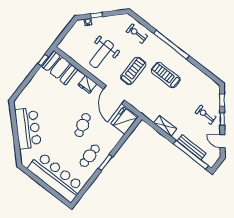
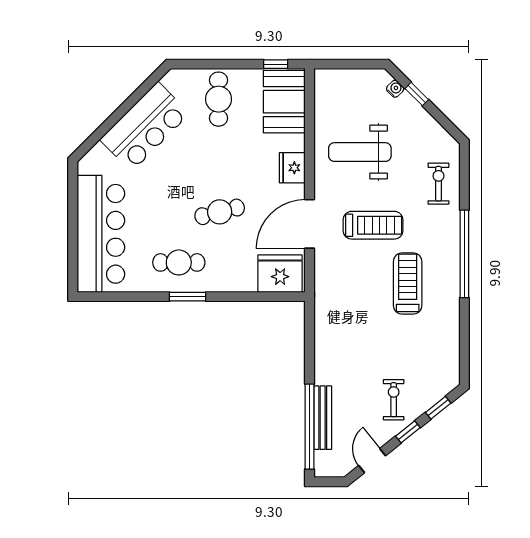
cafe table: (39, 92) -> (219, 99), added
shelving: (165, 126) -> (324, 347), removed

